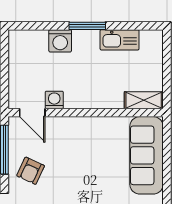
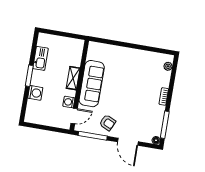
shelving: (144, 100) -> (73, 78), moved
sofa: (147, 155) -> (92, 84), moved, turned -90

